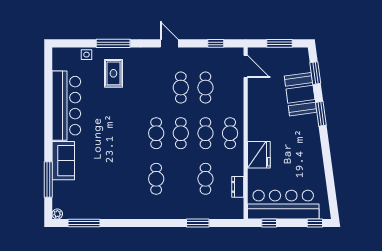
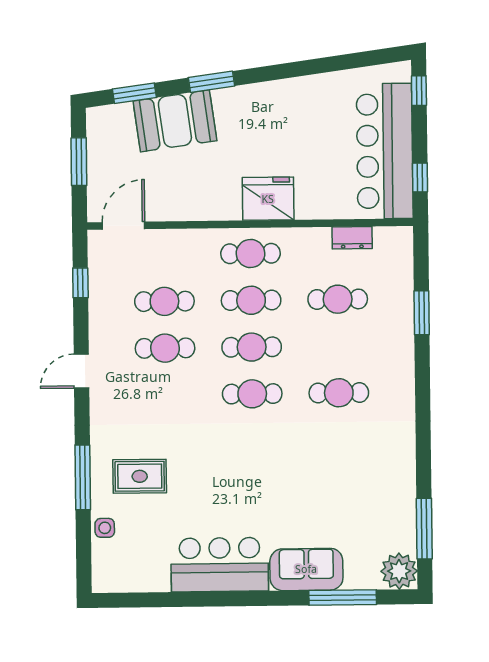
bar counter: (66, 106) -> (220, 565), width x0.73
fridge: (259, 155) -> (268, 199), moved
plant: (57, 214) -> (399, 571), width x1.88, depth x1.88

